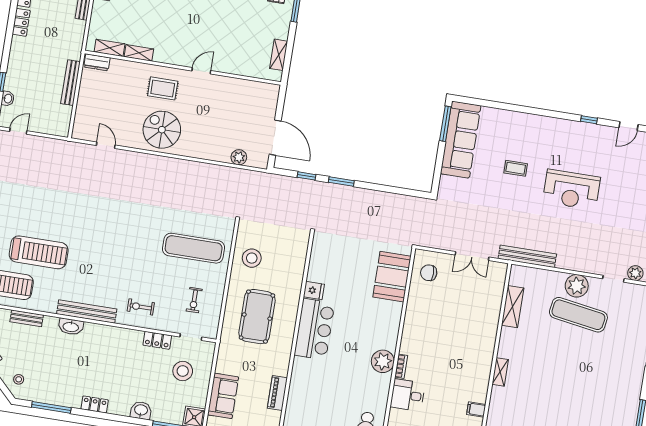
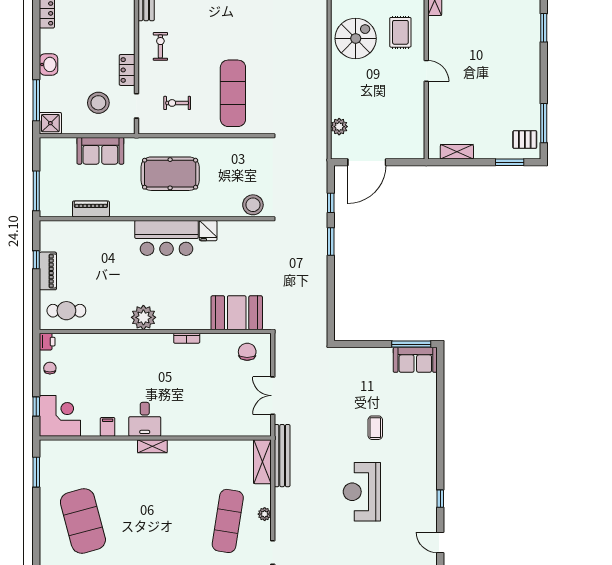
sofa: (461, 140) -> (415, 360), width x0.54, depth x0.79
stool: (252, 258) -> (253, 205), moved
plant: (577, 286) -> (265, 514), width x0.53, depth x0.53
shelving: (513, 307) -> (262, 462), moved, turned 90
bookcase: (401, 366) -> (187, 338), moved
desk: (408, 395) -> (145, 419), moved, turned 180
sofa: (223, 396) -> (100, 151), moved

